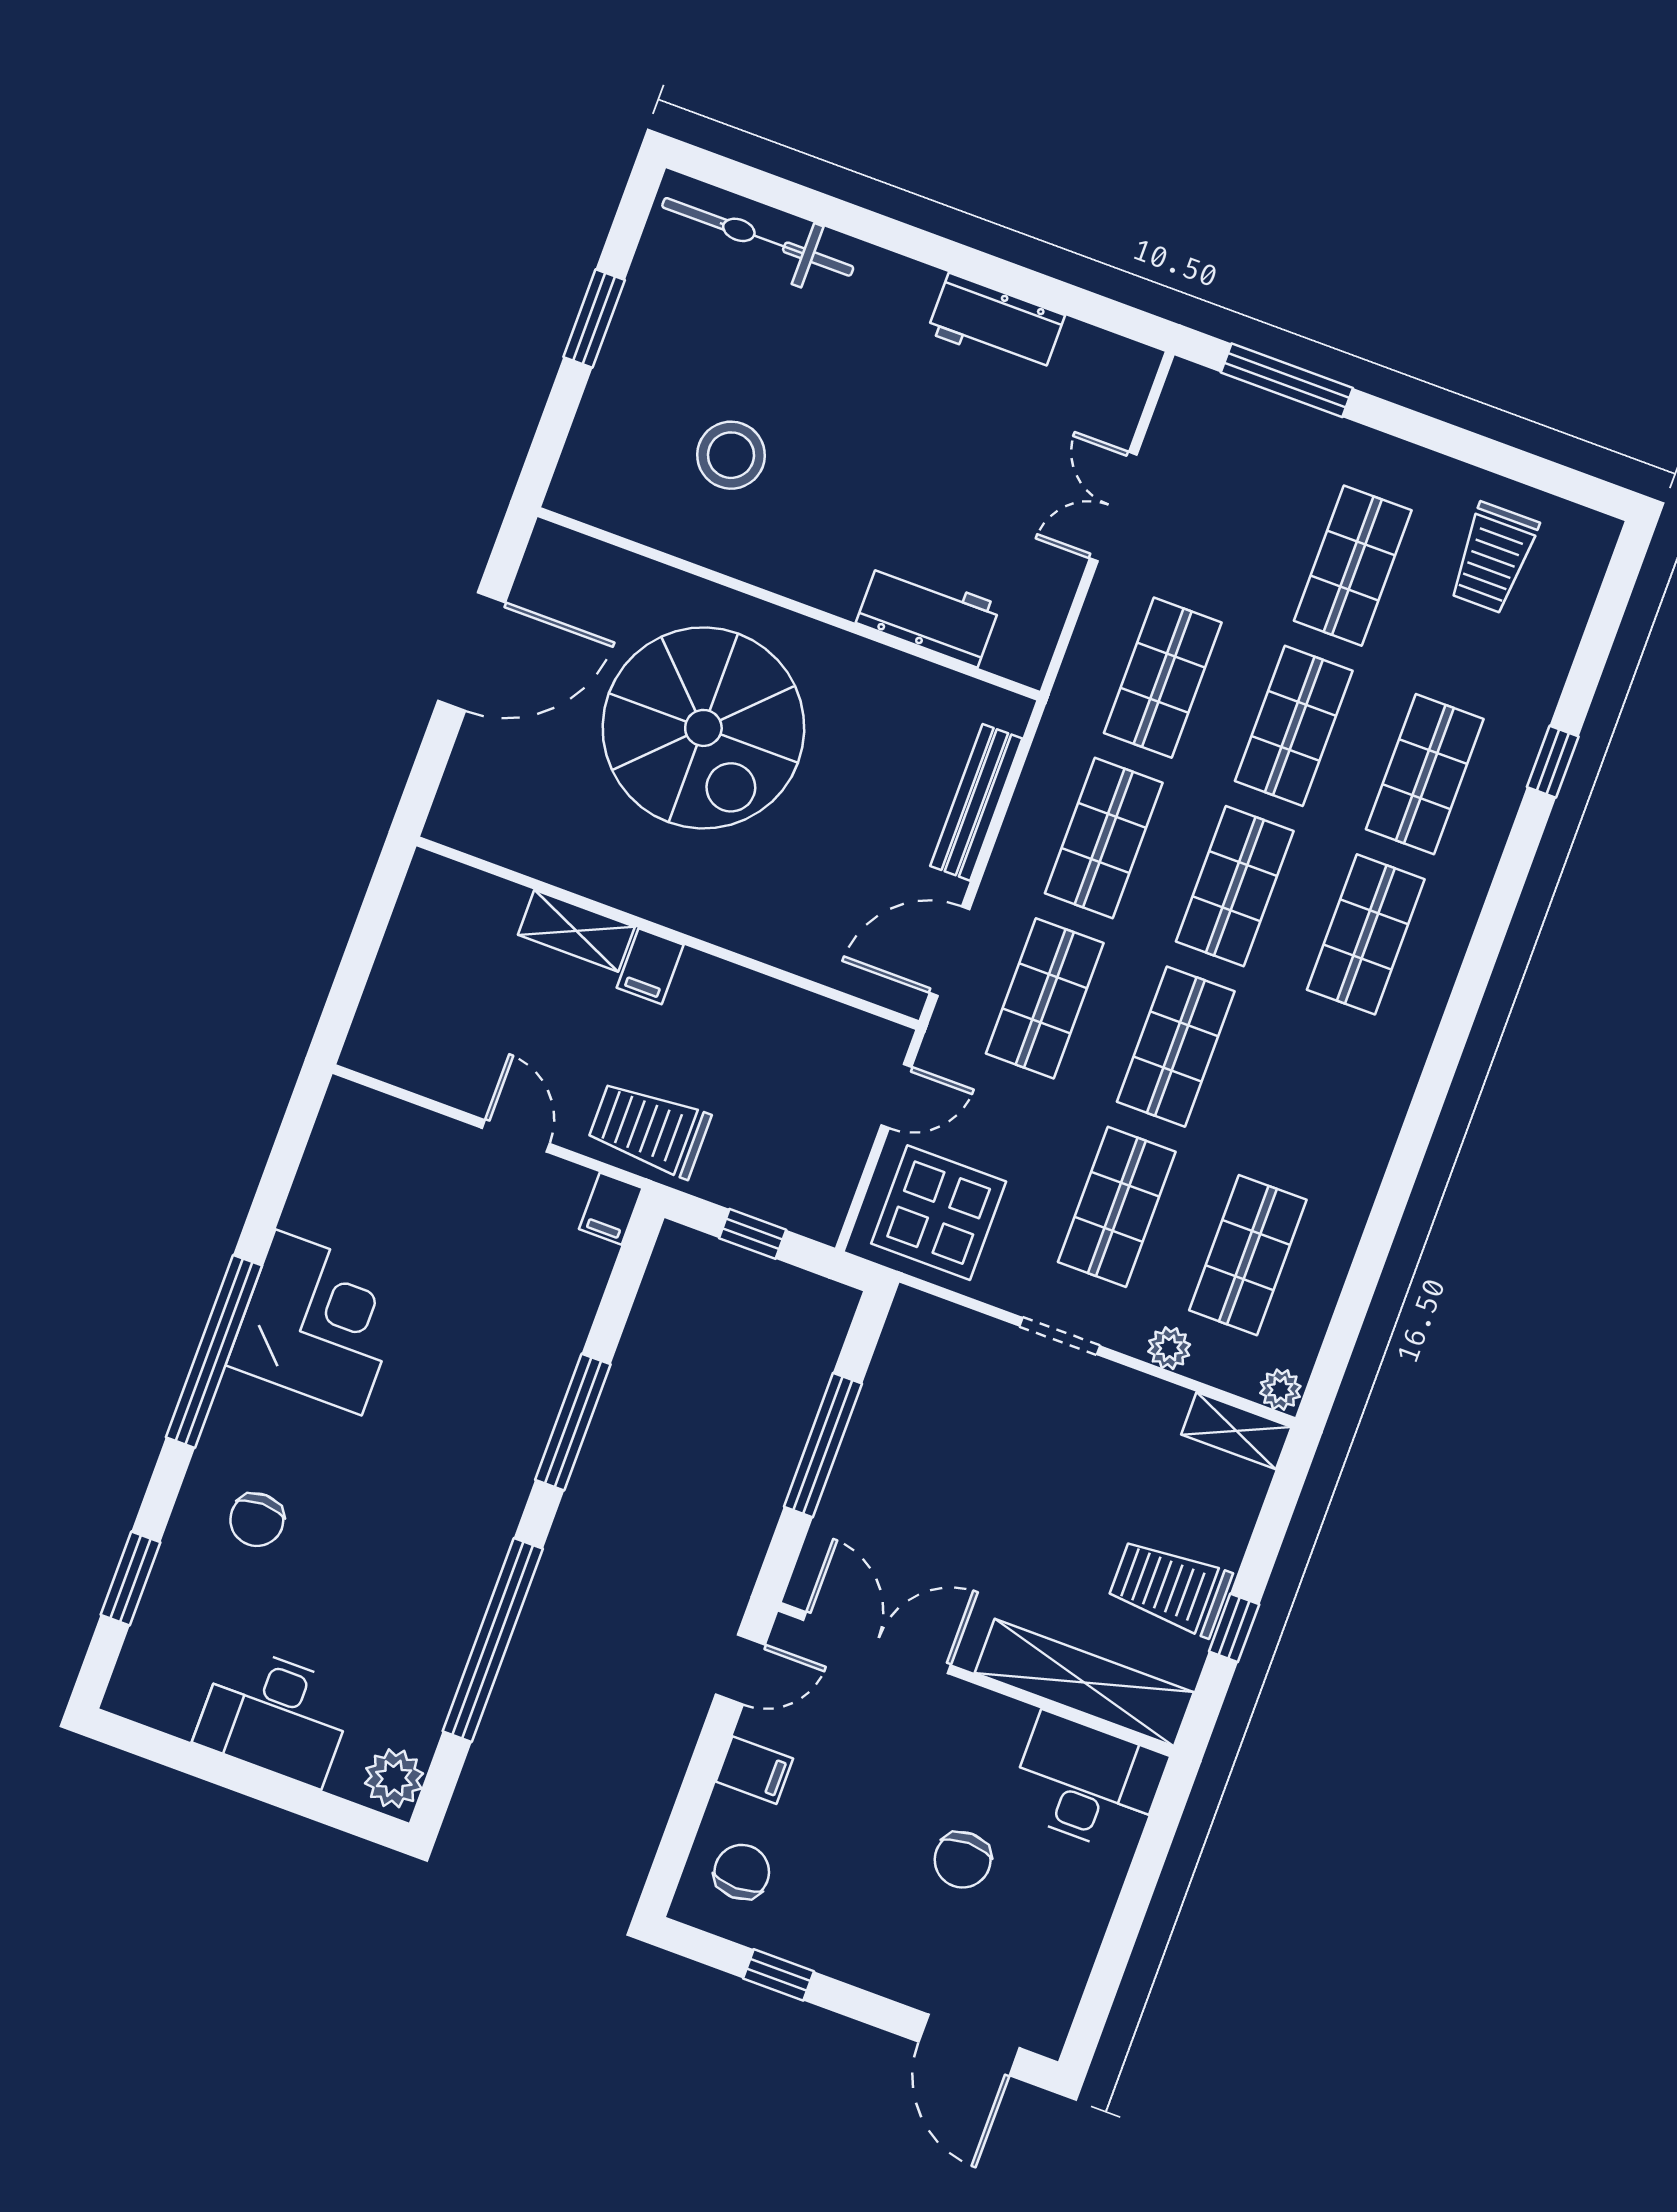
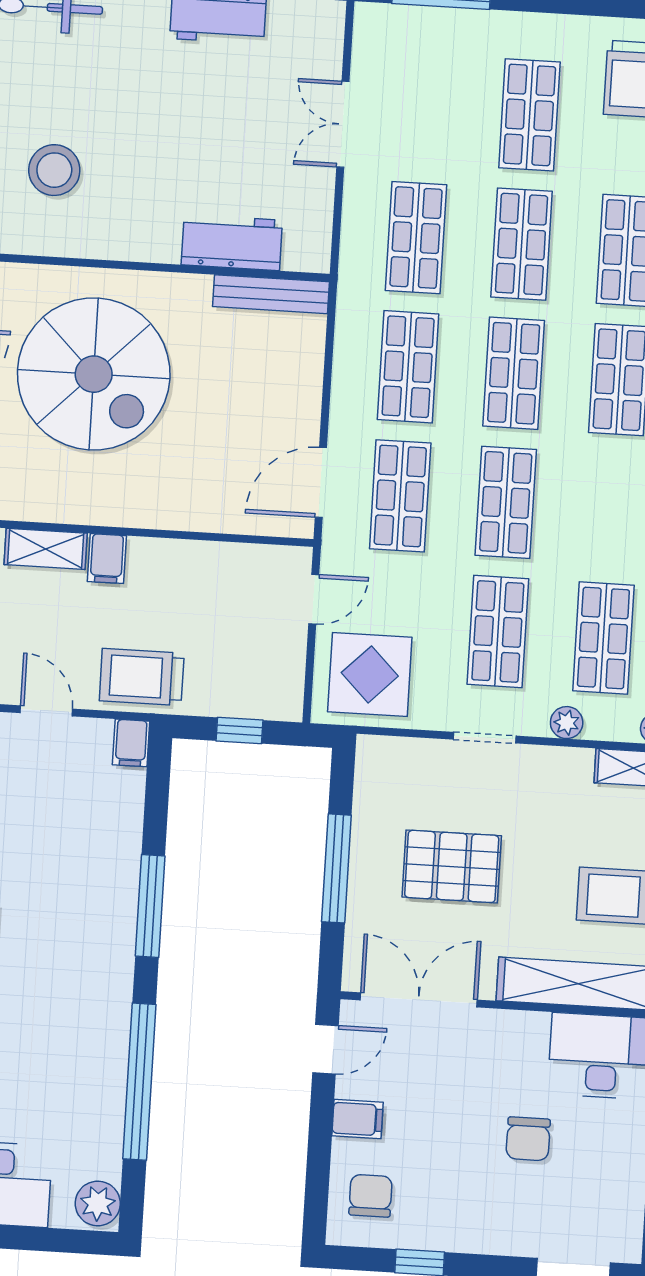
bench: (976, 802) -> (271, 294), moved, turned 90
pallet: (969, 1486) -> (452, 866), added

